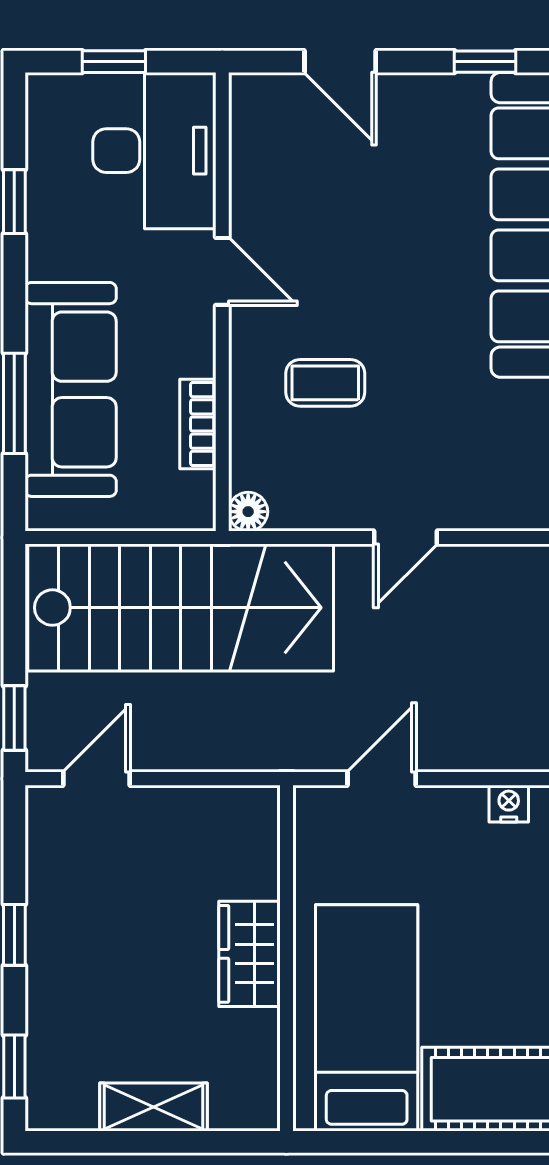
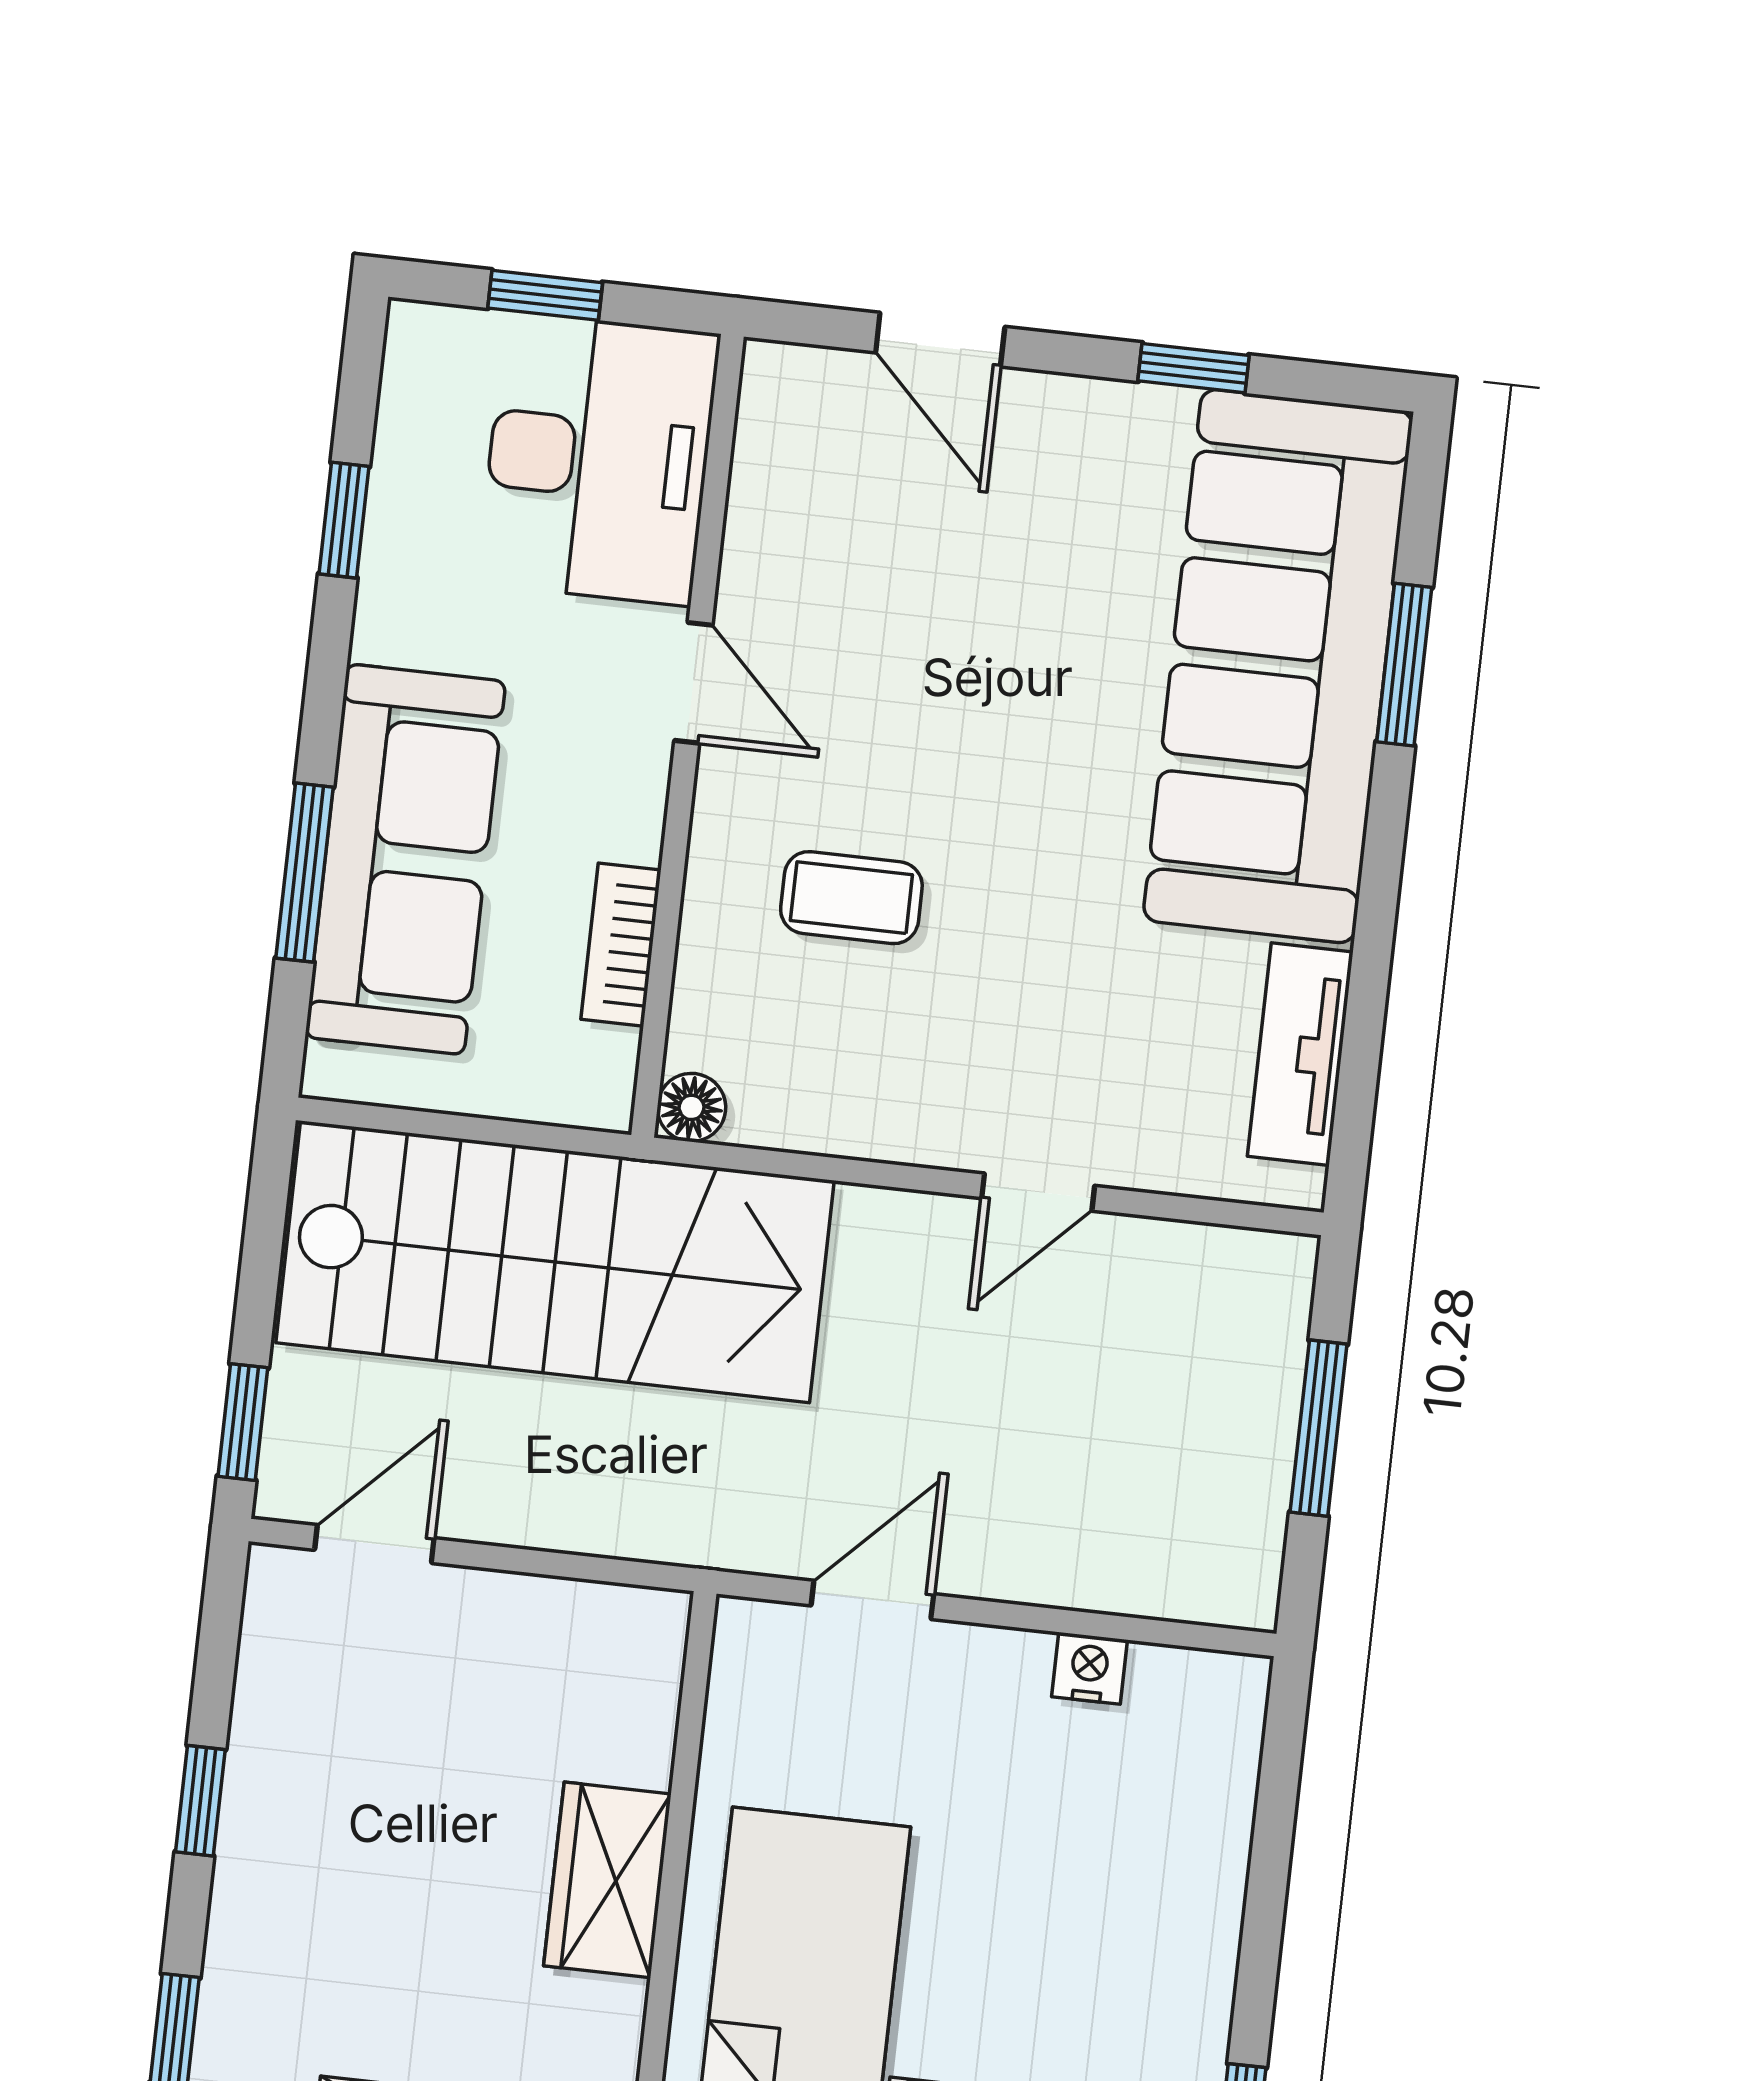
door: (405, 537) -> (1038, 1192), moved

